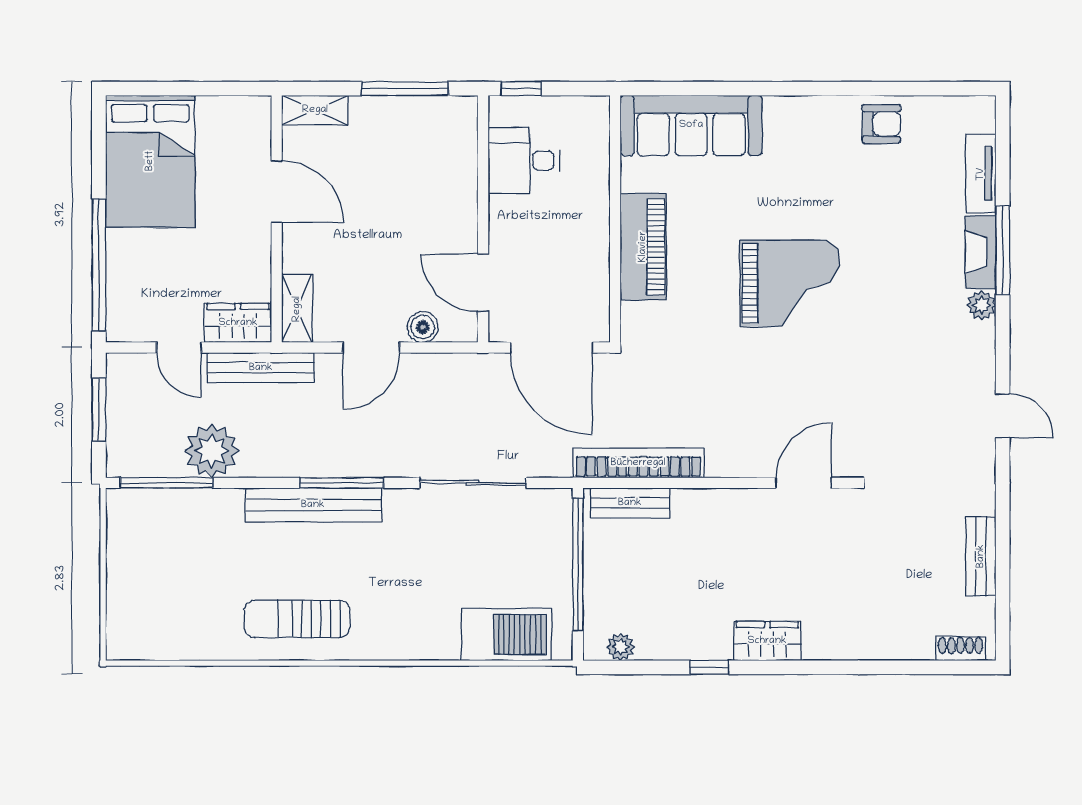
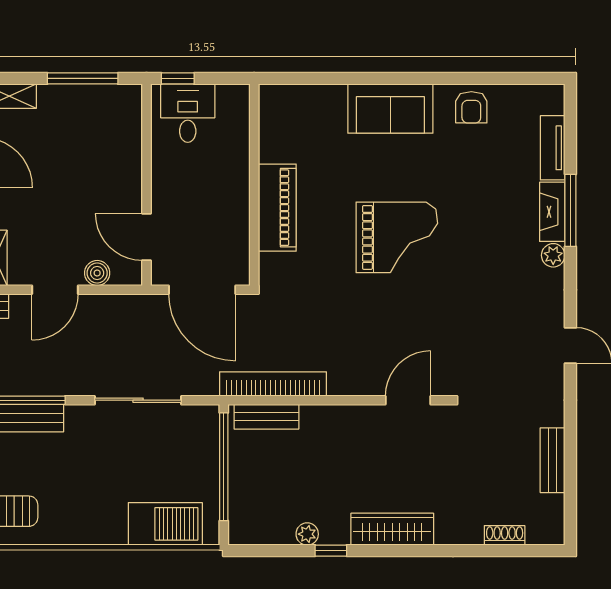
armchair: (881, 124) -> (471, 107), turned 90
sofa: (691, 125) -> (390, 109), moved, width x0.73
desk: (524, 161) -> (188, 113), moved, turned 90
wardrobe: (767, 641) -> (392, 529), width x1.50
plant: (620, 647) -> (307, 534), moved
shoe rack: (960, 649) -> (505, 535), moved

